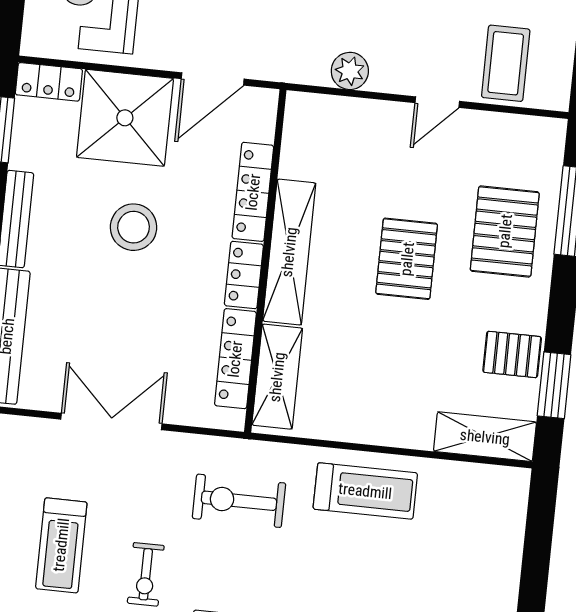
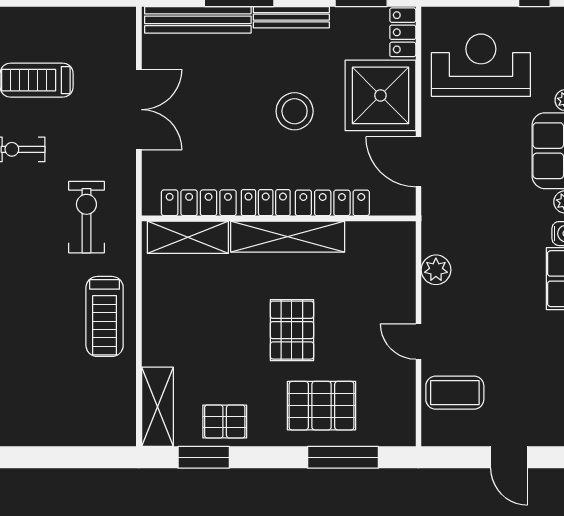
pallet: (407, 259) -> (292, 330), turned 90
pallet: (512, 354) -> (225, 422), turned 90

